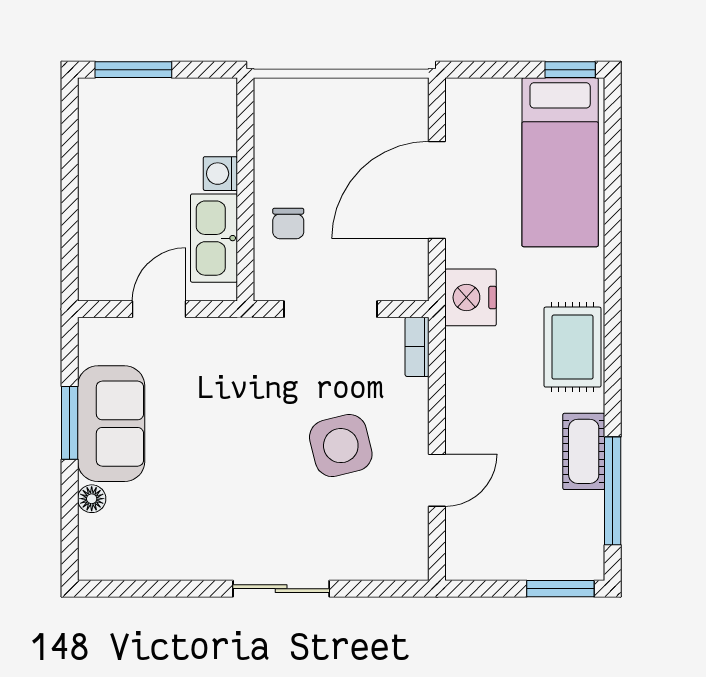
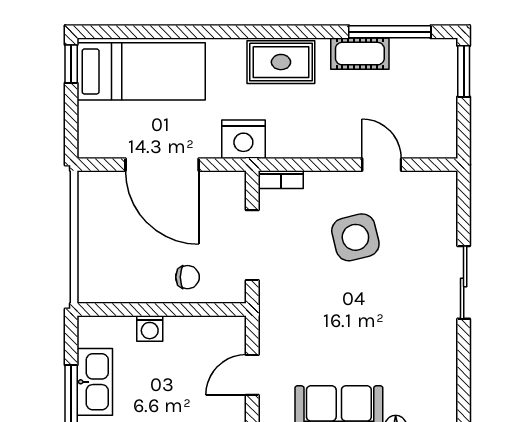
kitchen sink: (214, 238) -> (95, 382), moved, turned -90
door: (159, 309) -> (252, 375), hinge flipped

